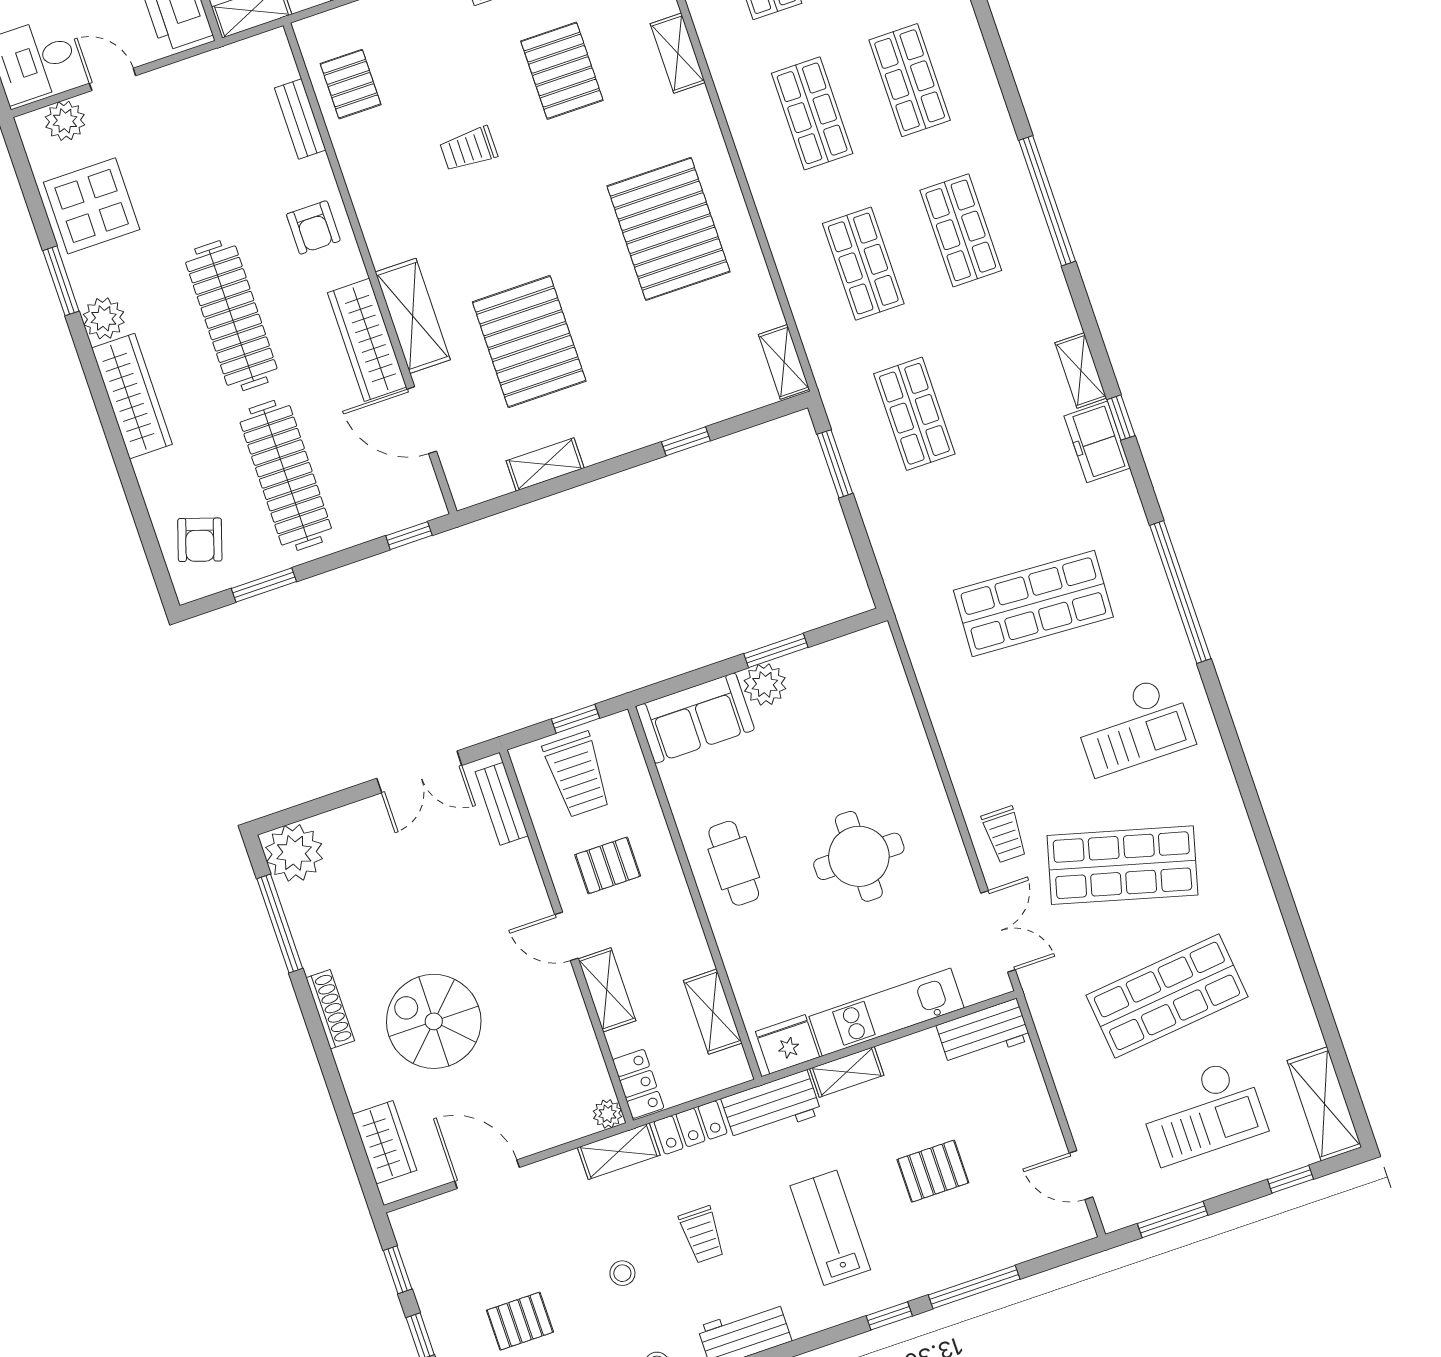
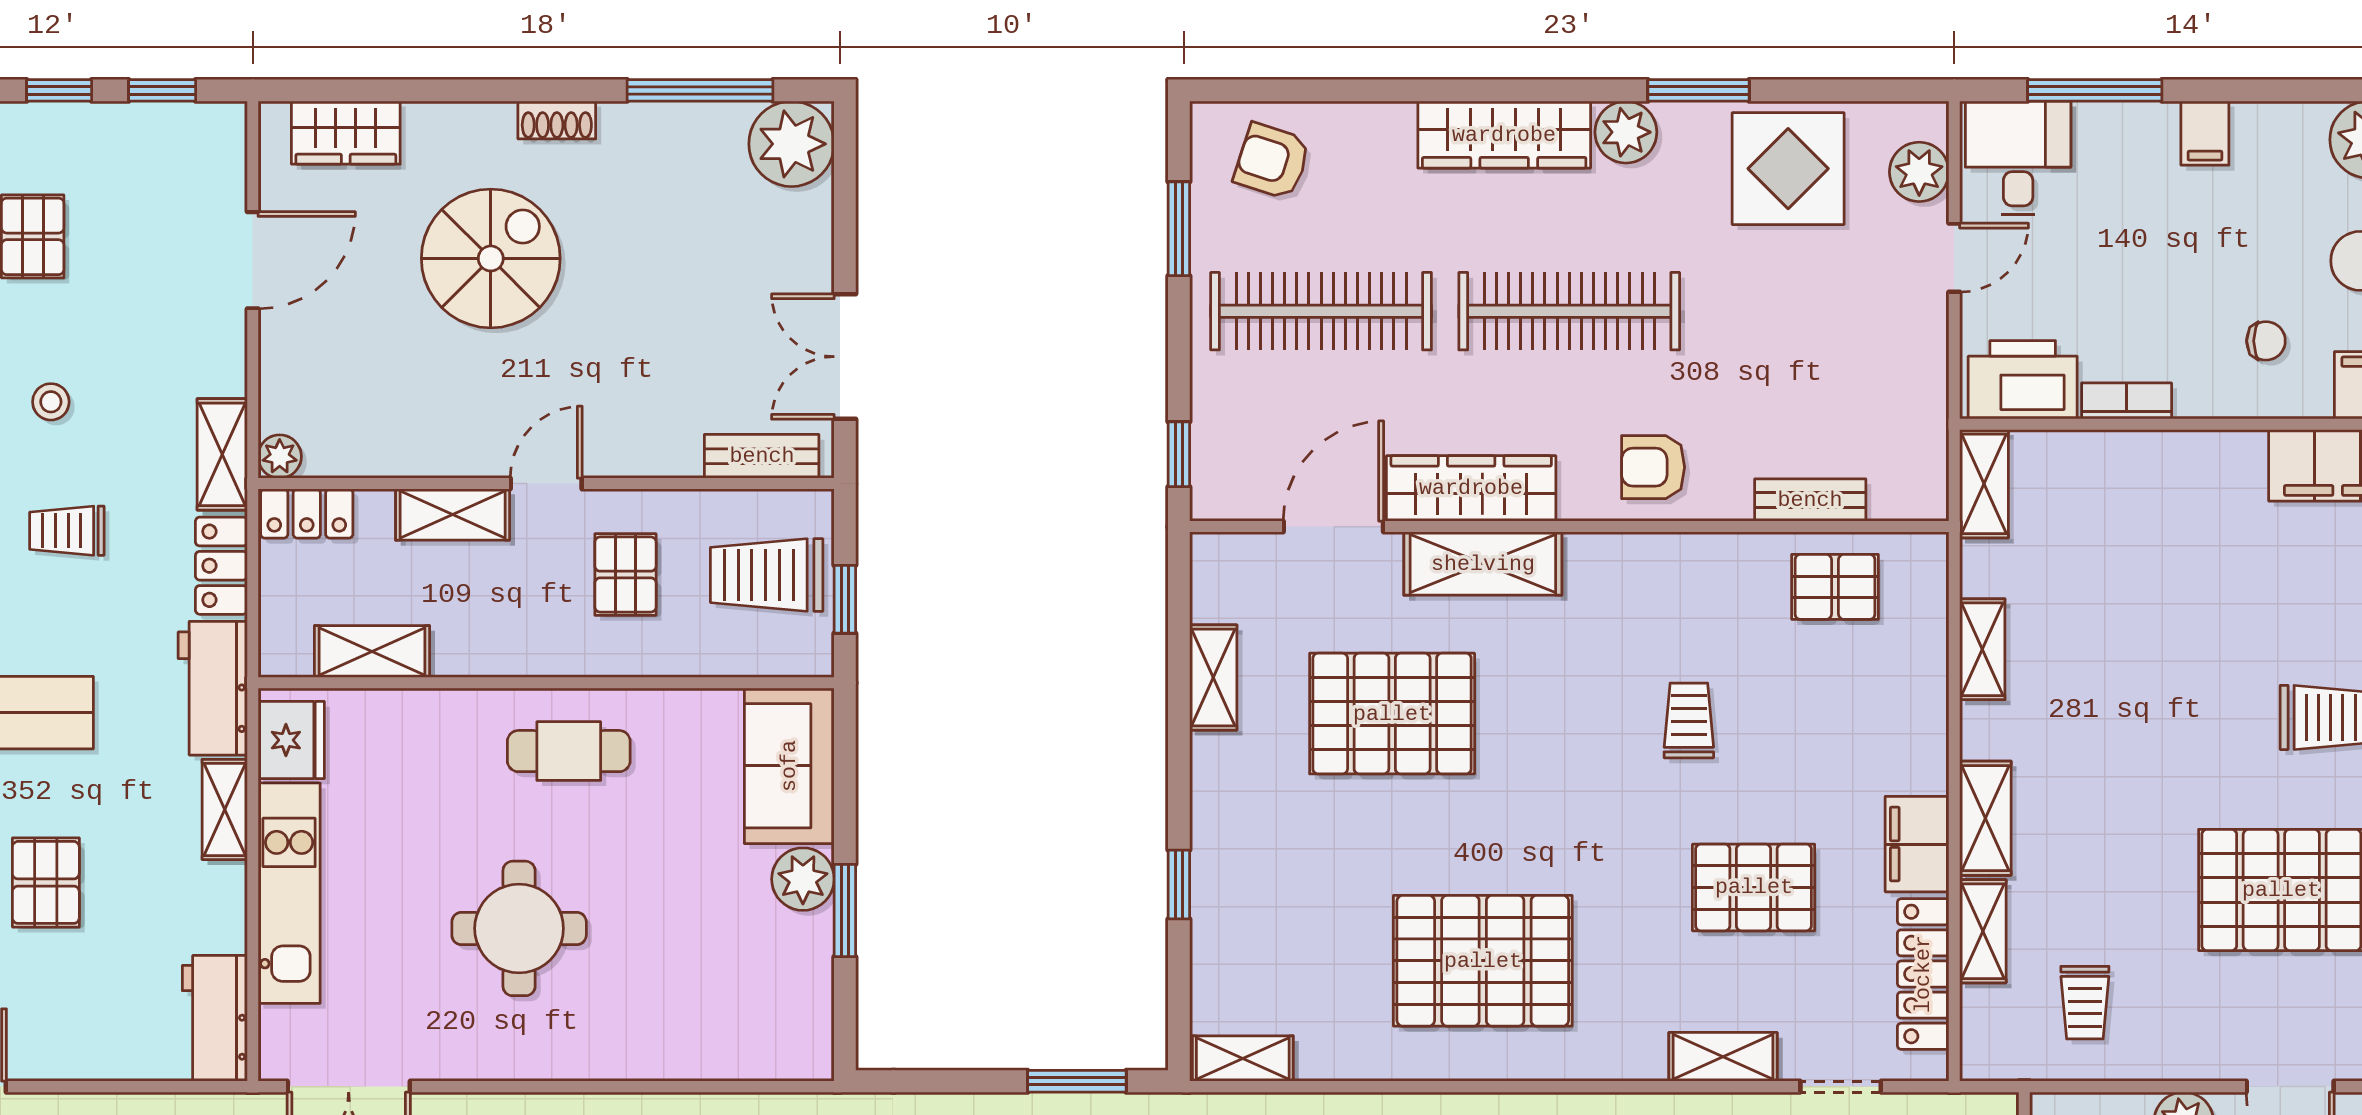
shoe rack: (330, 1009) -> (557, 120), width x0.70

